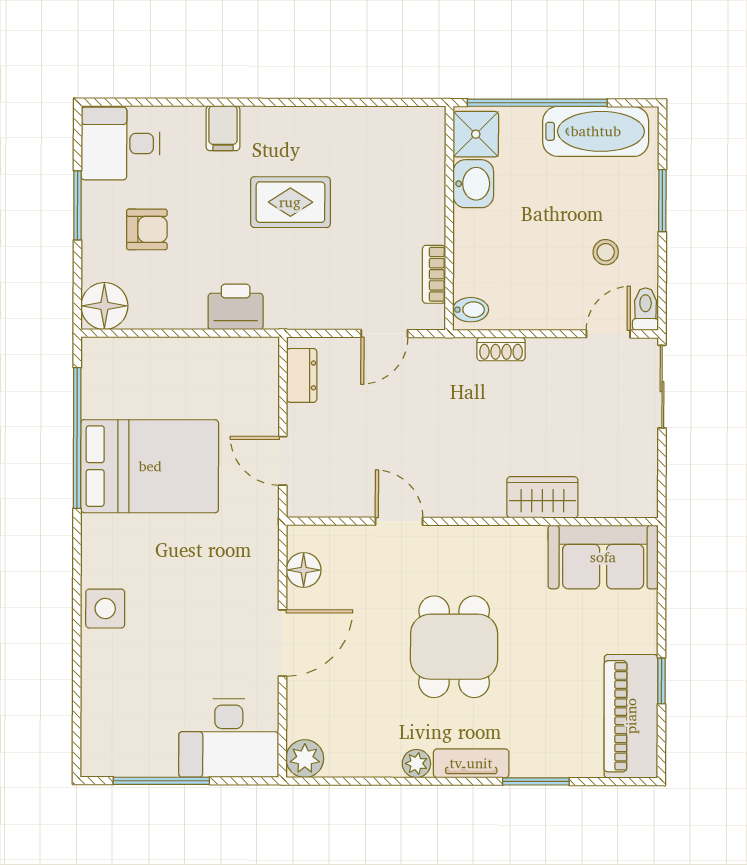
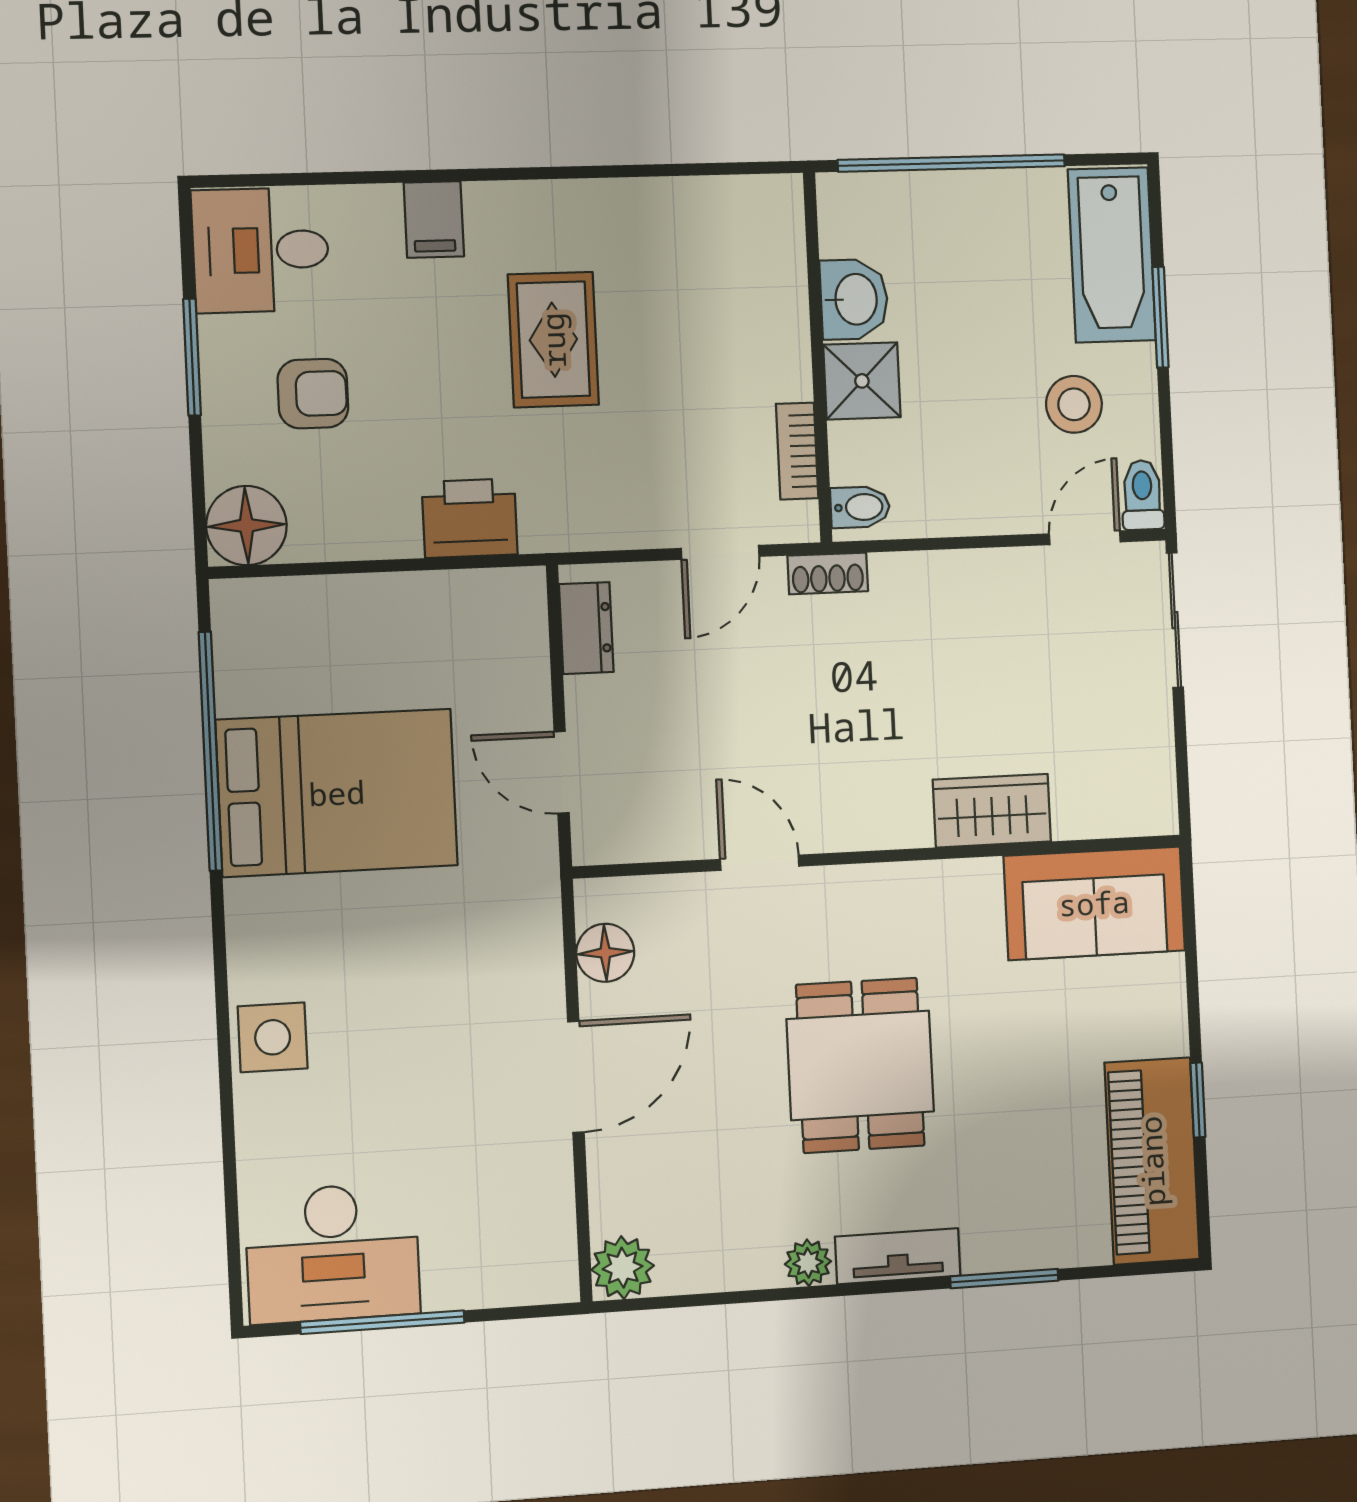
bathtub: (596, 131) -> (1112, 255), moved, turned 90
shower: (476, 134) -> (862, 381), moved
rug: (290, 202) -> (553, 340), turned 90
stool: (606, 252) -> (1074, 404), width x1.37, depth x1.37
shoe rack: (501, 349) -> (828, 573), moved
desk: (229, 738) -> (333, 1253), moved

